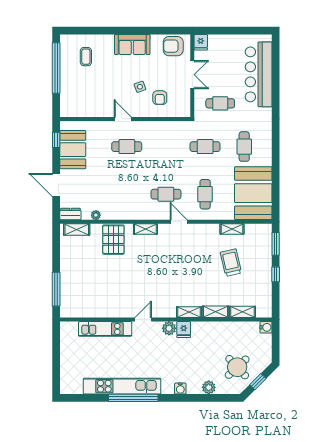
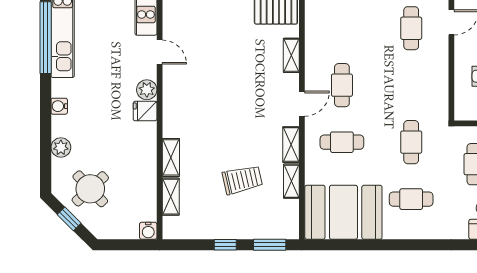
shelving: (189, 312) -> (291, 145), moved

